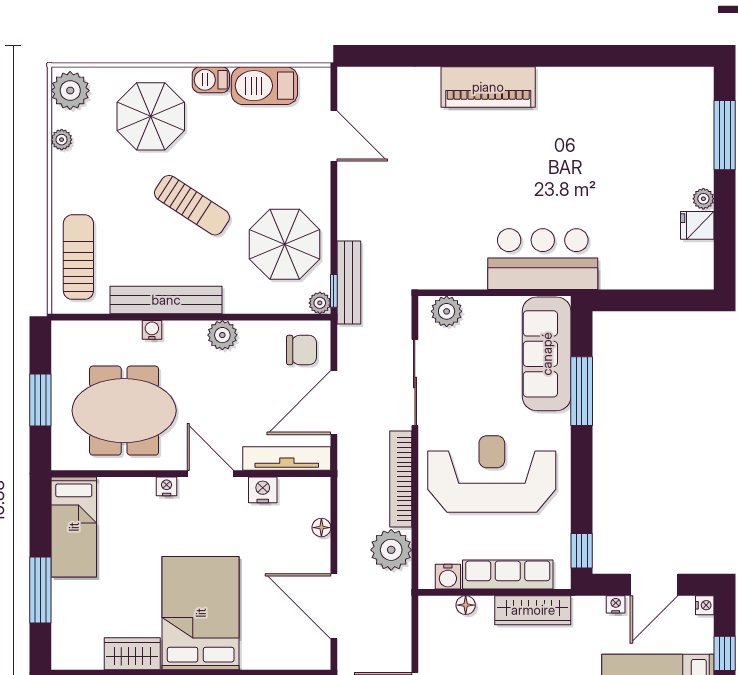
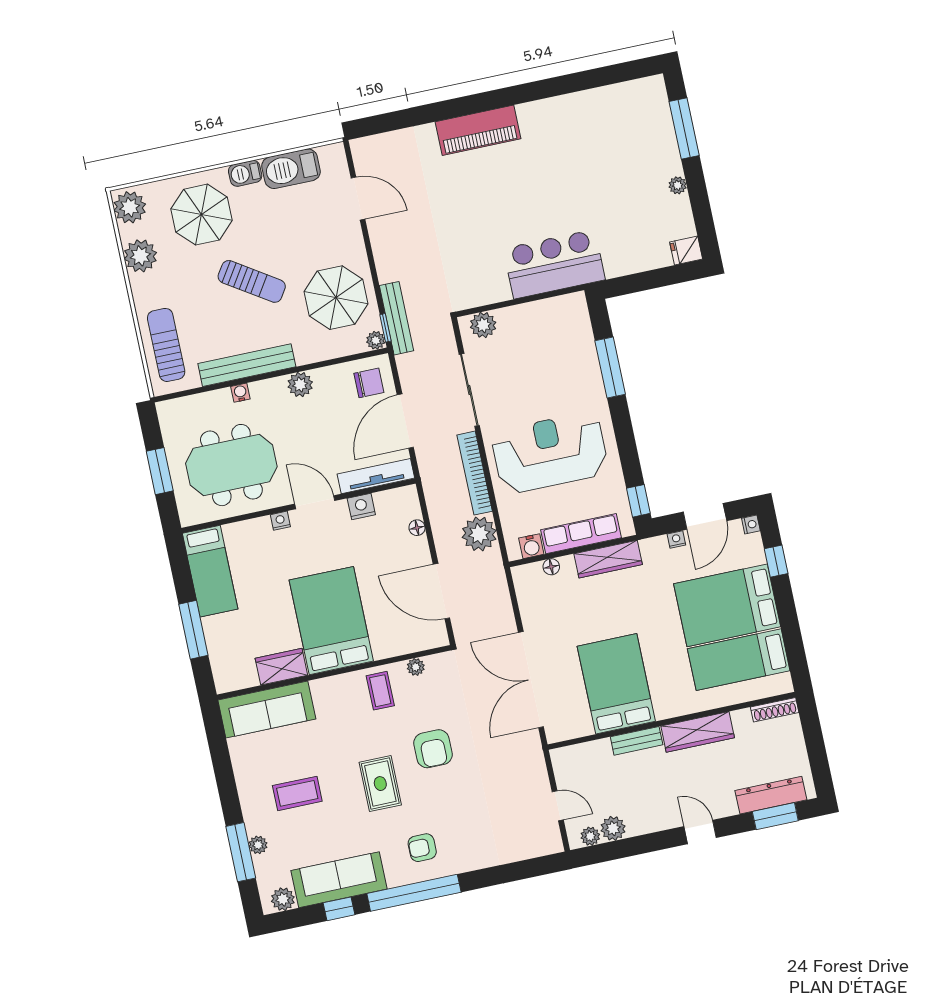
plant: (62, 140) -> (140, 256), width x1.88, depth x1.88
fridge: (697, 225) -> (686, 251), moved
sofa: (547, 354) -> (574, 343), removed

